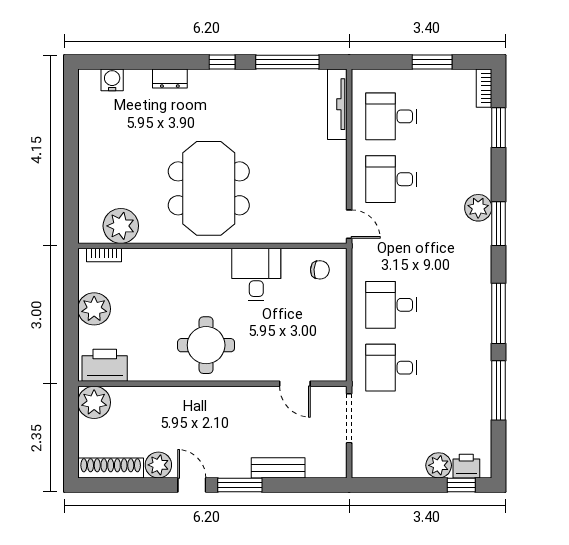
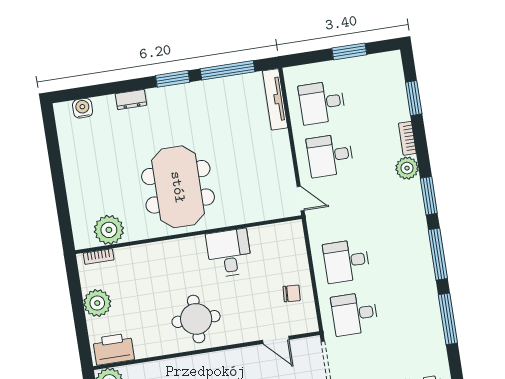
window: (222, 62) -> (173, 79), width x1.50
bookcase: (484, 88) -> (407, 138), moved
window: (499, 224) -> (429, 196), moved
chair: (320, 270) -> (292, 293), moved

